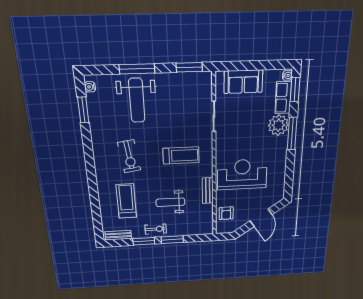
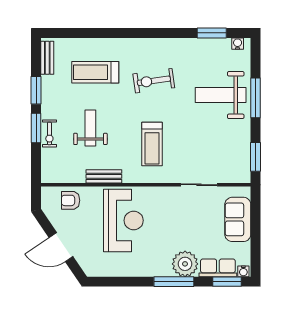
treadmill: (126, 201) -> (95, 72), turned 180
exercise bike: (156, 229) -> (49, 133), moved

